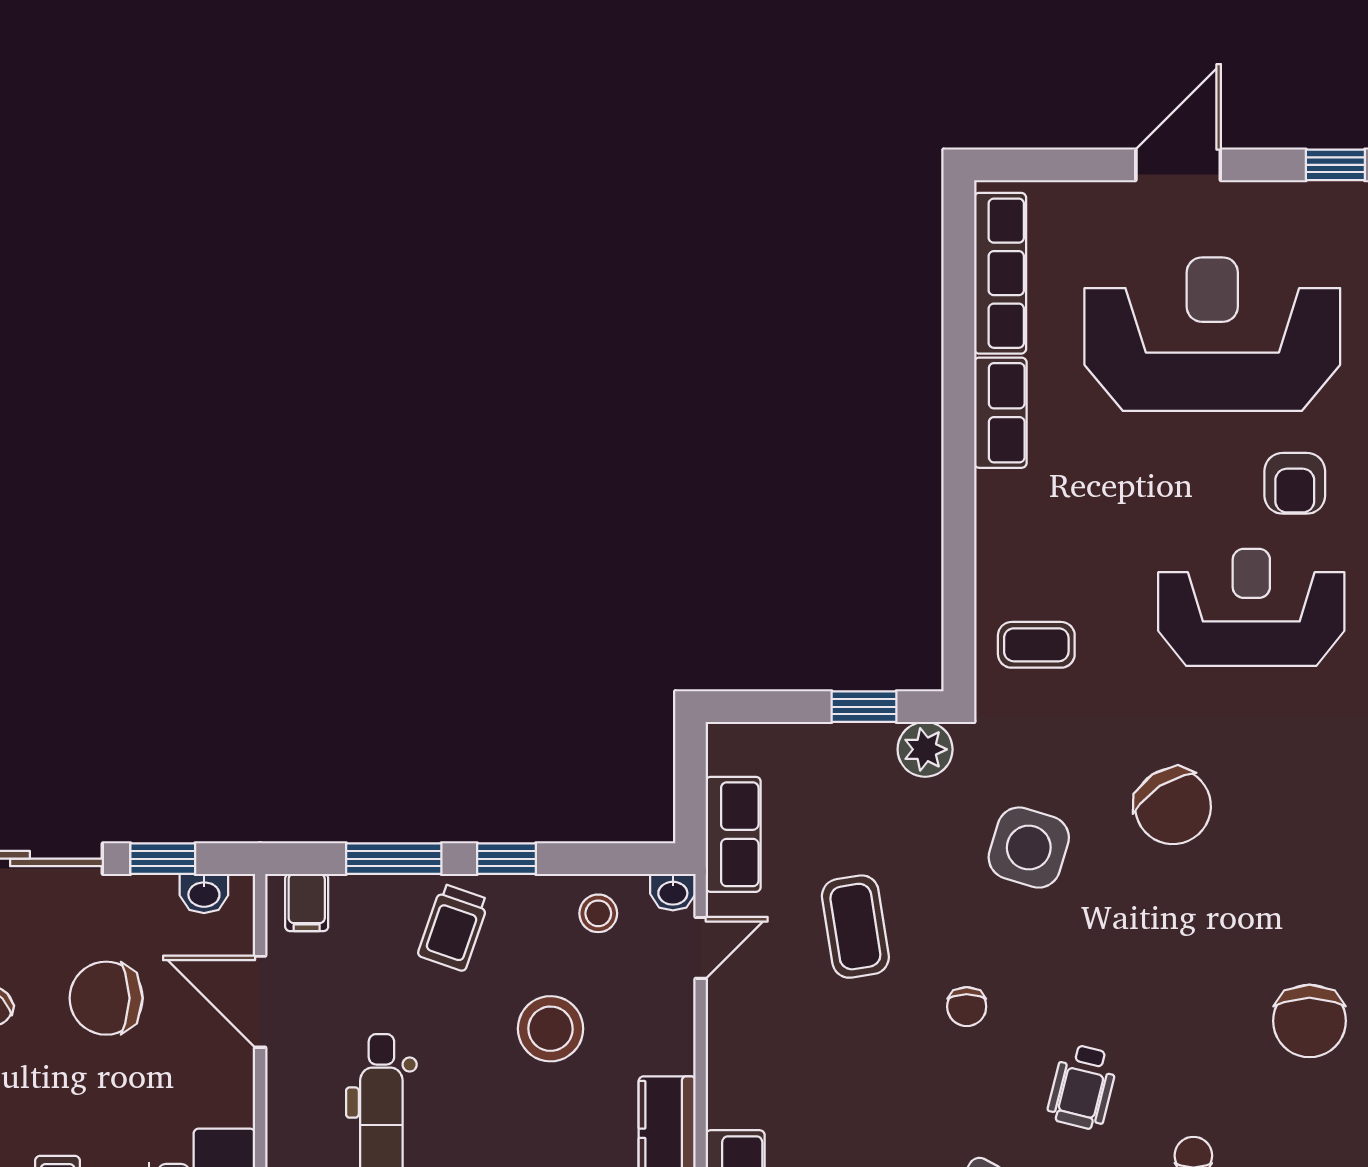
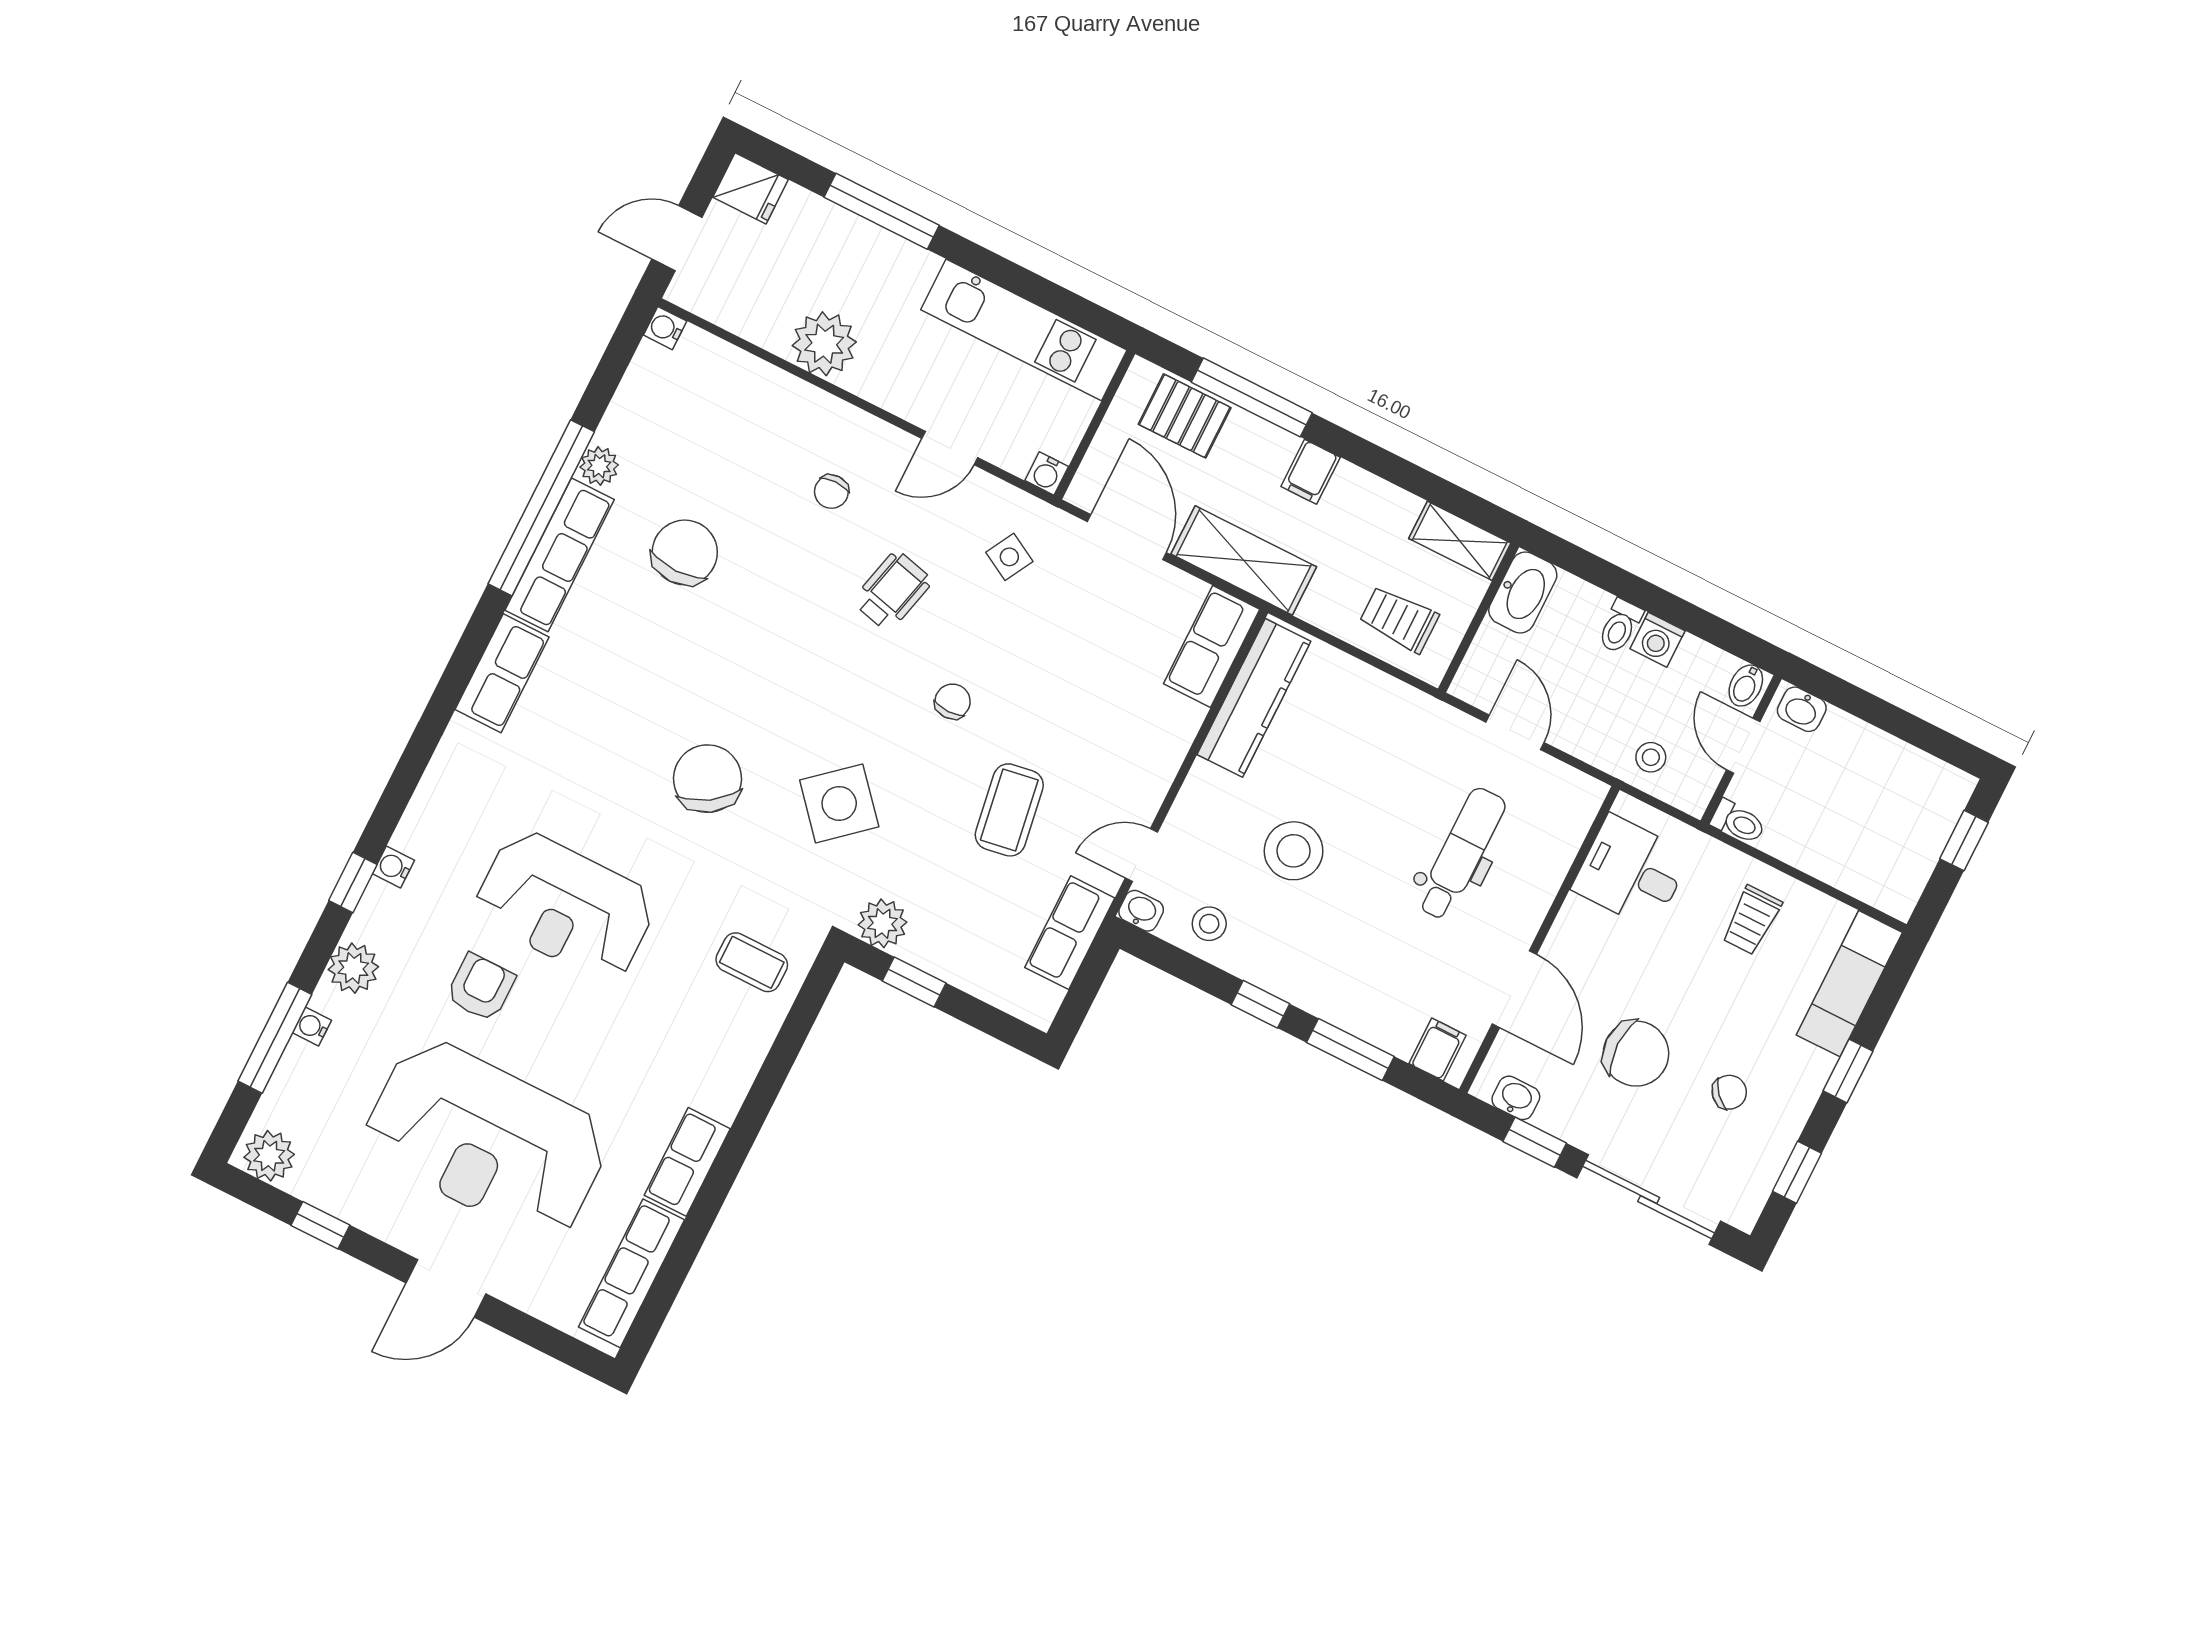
side table: (1029, 848) -> (839, 803), turned 32
trolley: (453, 928) -> (1331, 971), removed

